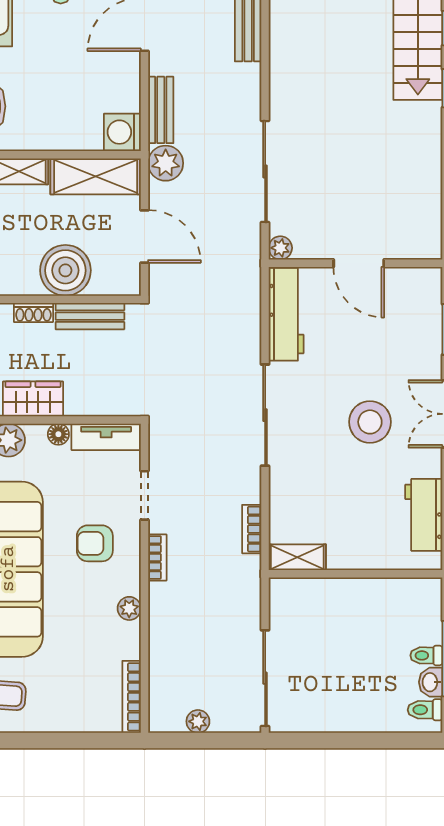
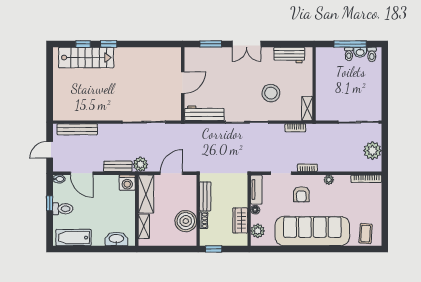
plant: (280, 248) -> (176, 116), removed
boiler: (65, 270) -> (186, 221), moved
stool: (370, 422) -> (271, 93), moved
plant: (198, 721) -> (372, 151), width x1.88, depth x1.88

